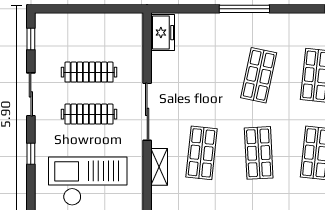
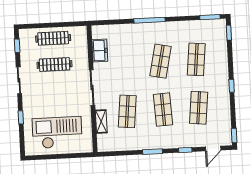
freezer: (163, 33) -> (100, 51), moved
clothes rail: (89, 114) -> (53, 38), moved

